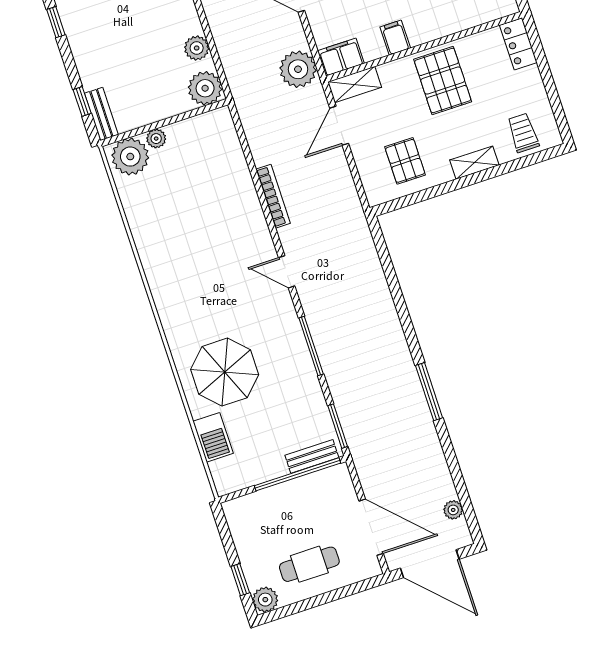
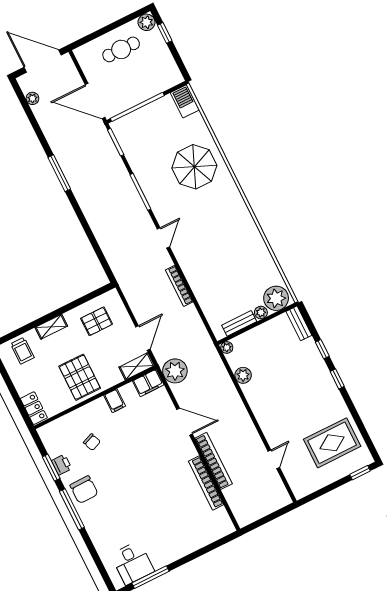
plant: (205, 88) -> (227, 348), width x0.53, depth x0.53
window: (82, 102) -> (322, 349), moved
pallet: (405, 161) -> (97, 321), turned 90
door: (287, 272) -> (163, 238), hinge flipped
barbecue: (213, 437) -> (185, 101), moved
bench: (312, 456) -> (239, 323), moved
door: (371, 527) -> (95, 101), moved

